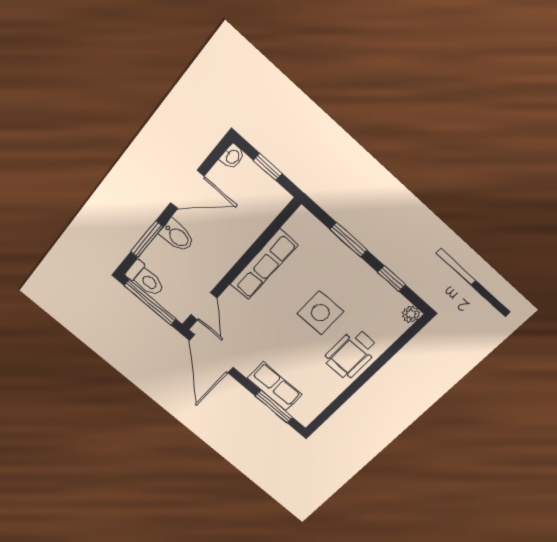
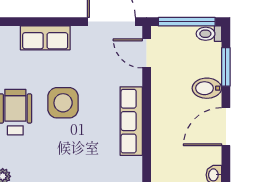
toilet: (145, 279) -> (209, 34), width x0.73, depth x0.72
side table: (320, 313) -> (63, 103), moved
window: (274, 407) -> (32, 22), removed

